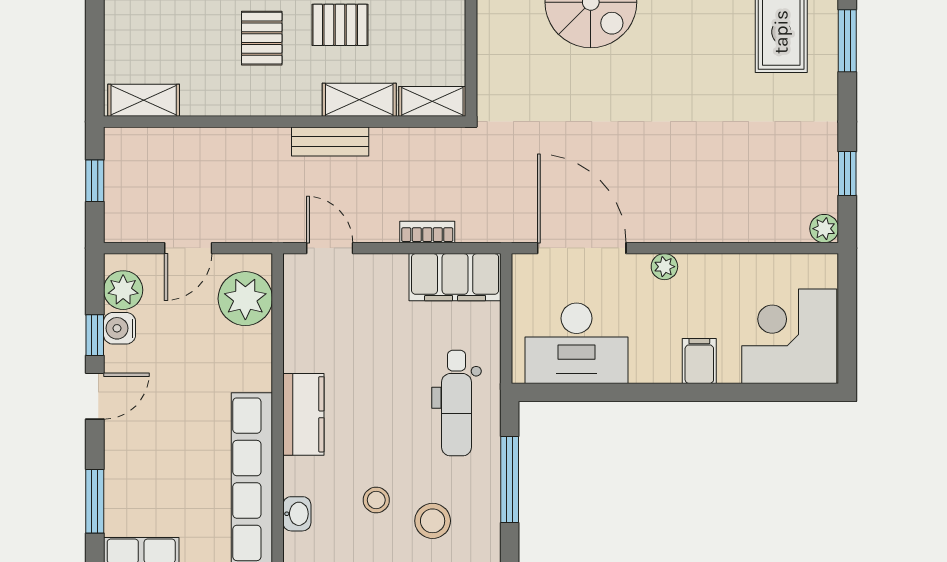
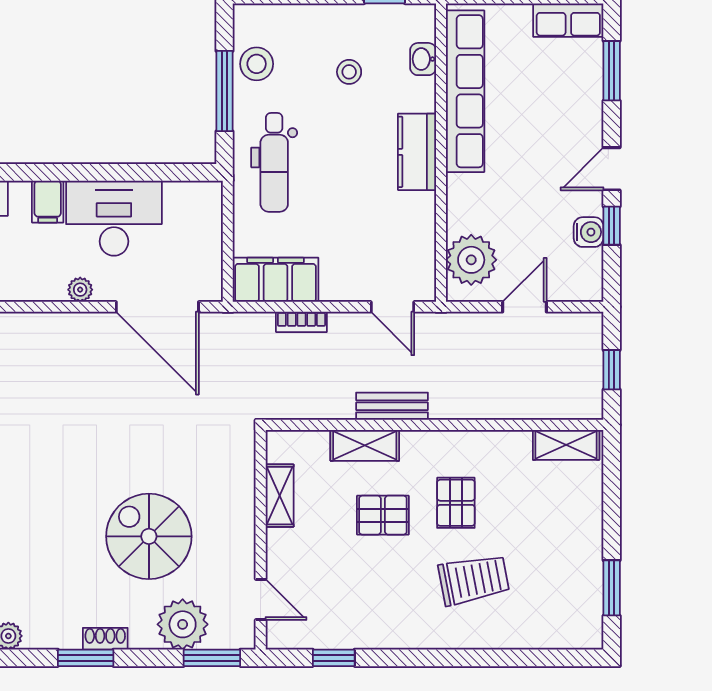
shelving: (432, 101) -> (280, 496), moved, turned 90
plant: (123, 290) -> (585, 268), removed
desk: (576, 343) -> (114, 218), moved
dental chair: (457, 403) -> (274, 162), turned 180
stool: (433, 521) -> (257, 64), moved

